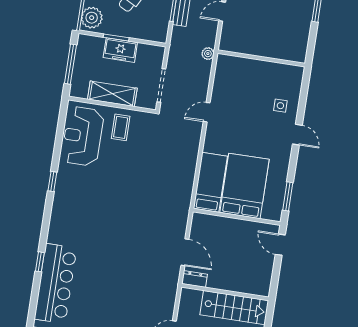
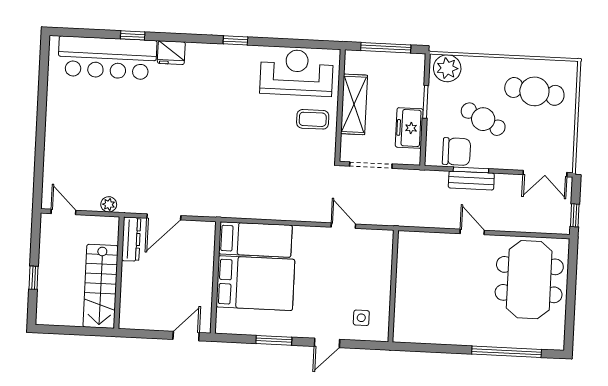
chair: (158, 17) -> (456, 152), added
freezer: (120, 50) -> (409, 128), moved
plant: (208, 54) -> (109, 204), moved
wall: (261, 58) -> (393, 286), moved
window: (288, 196) -> (274, 340), moved
fridge: (57, 233) -> (171, 53), added
dresser: (195, 279) -> (131, 239), width x1.44

